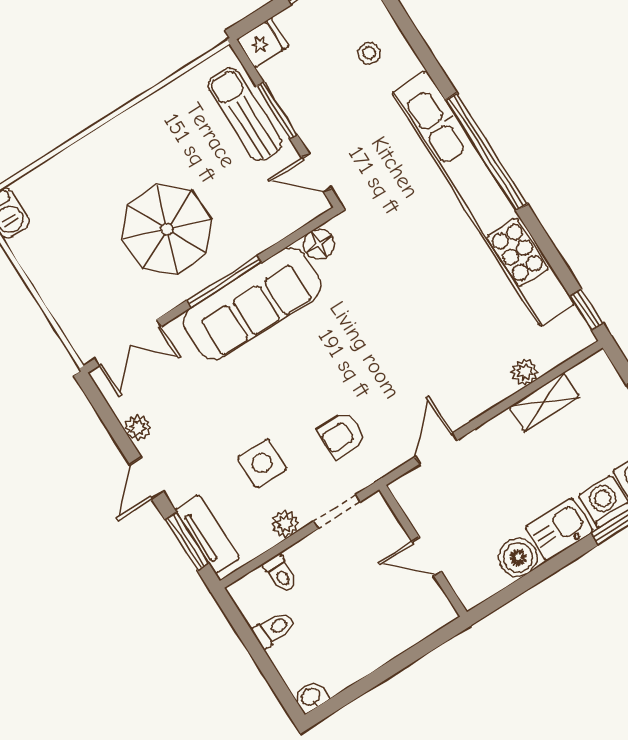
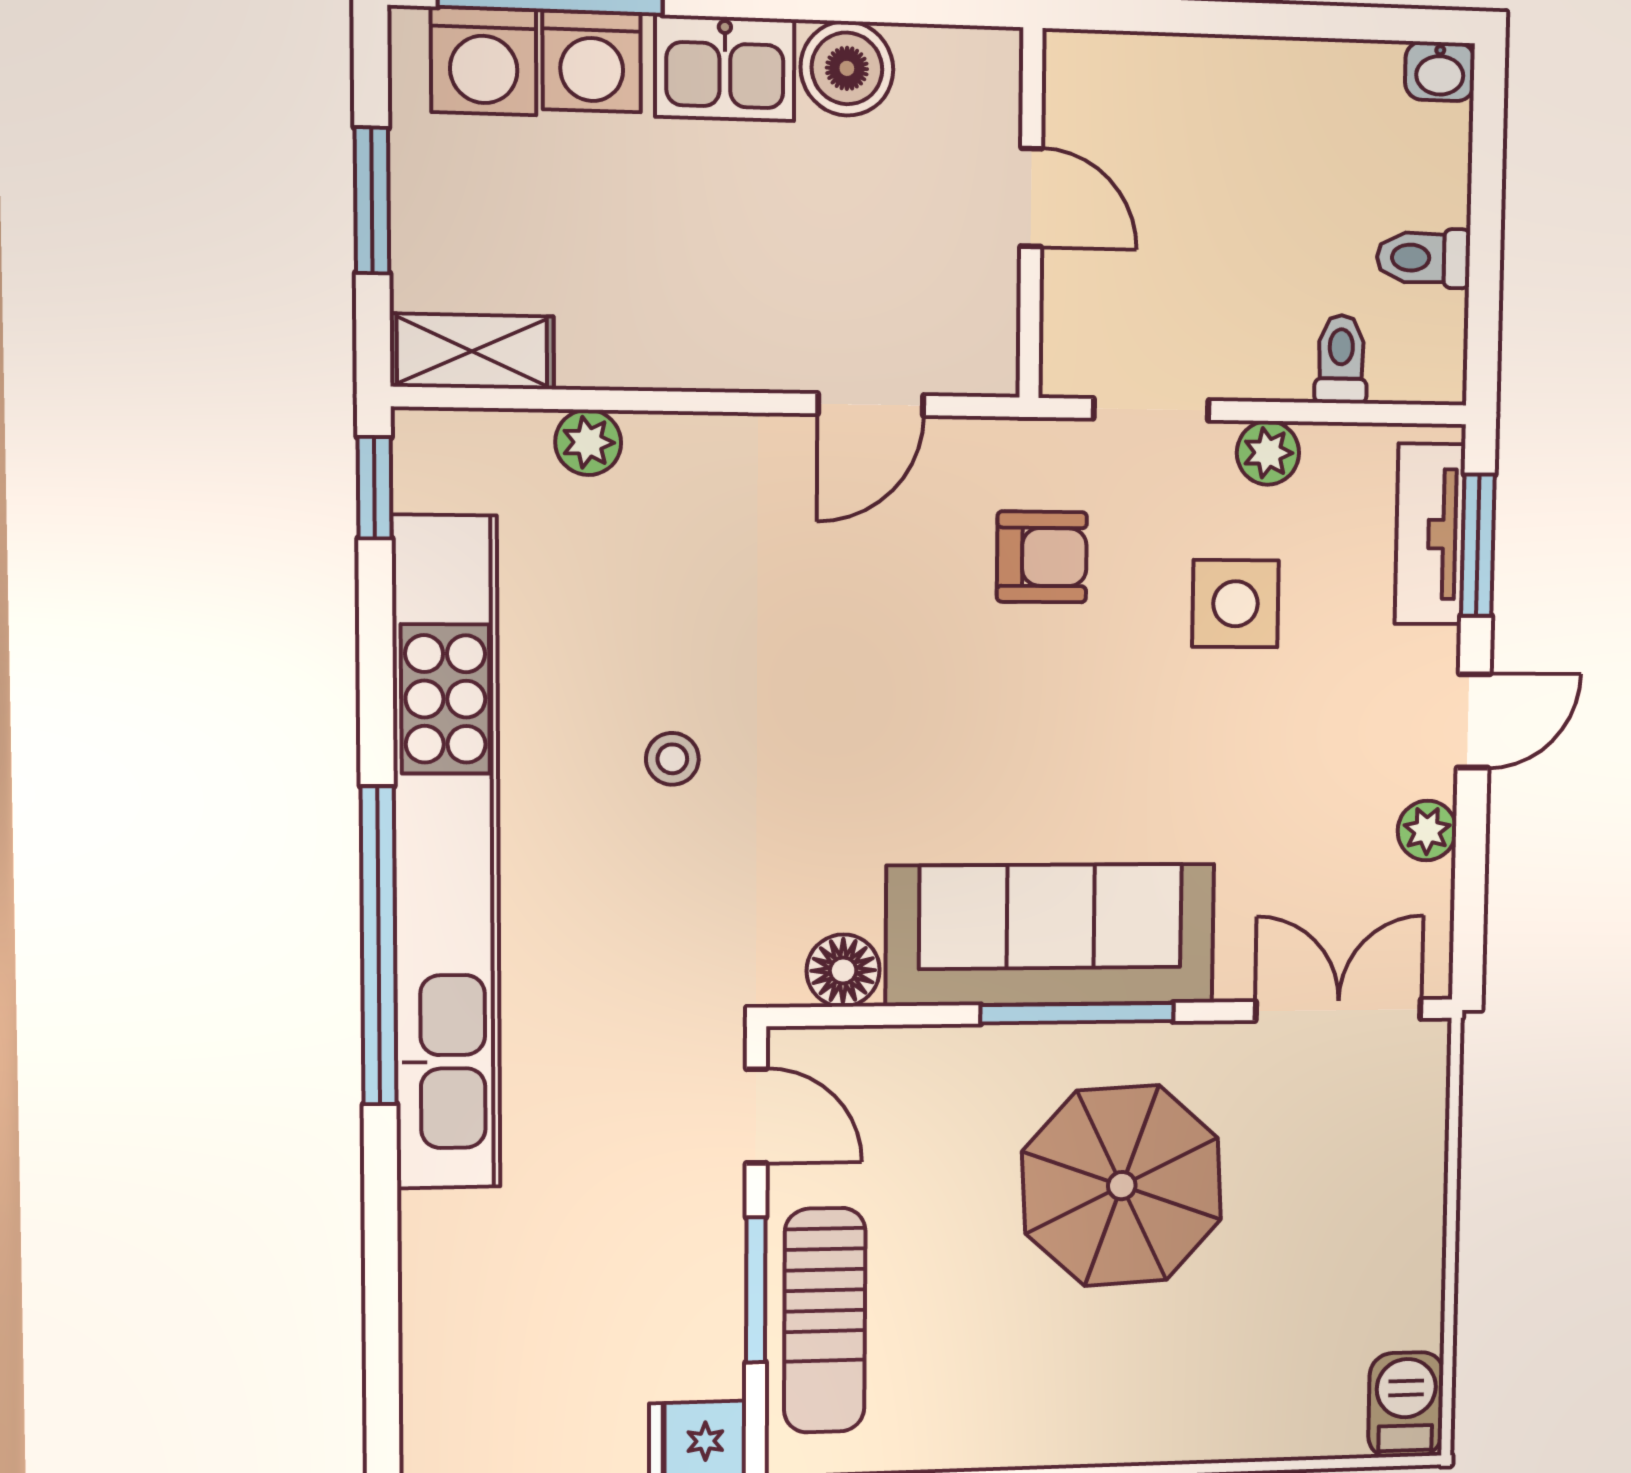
stool: (369, 53) -> (672, 759), moved
shelving: (544, 402) -> (472, 351), moved

